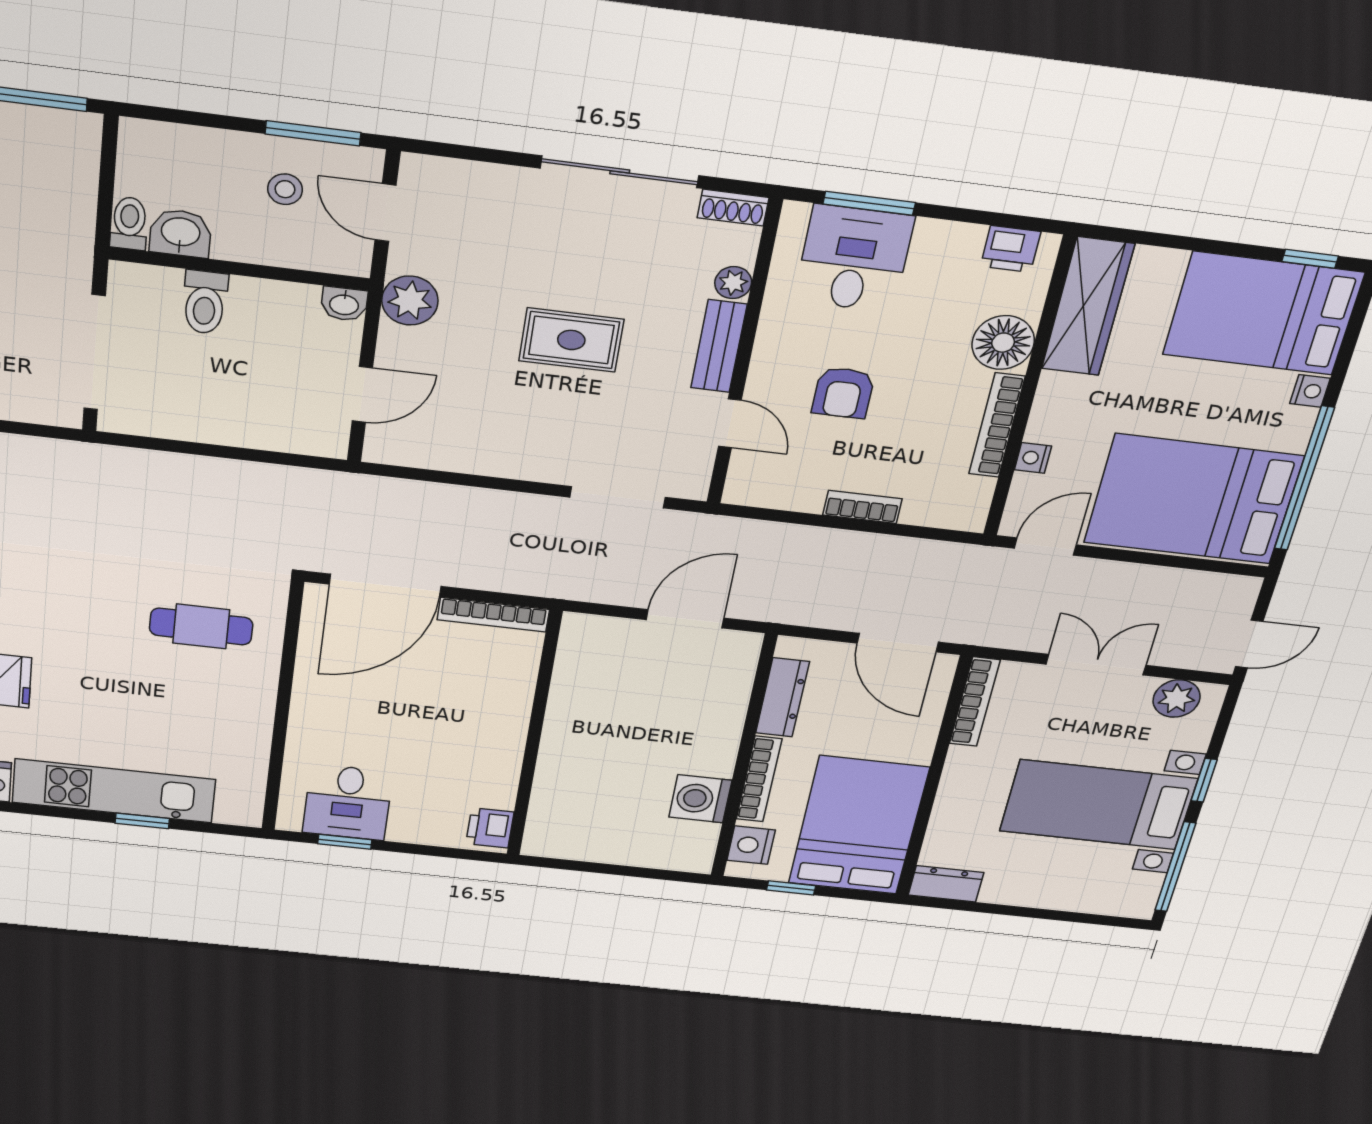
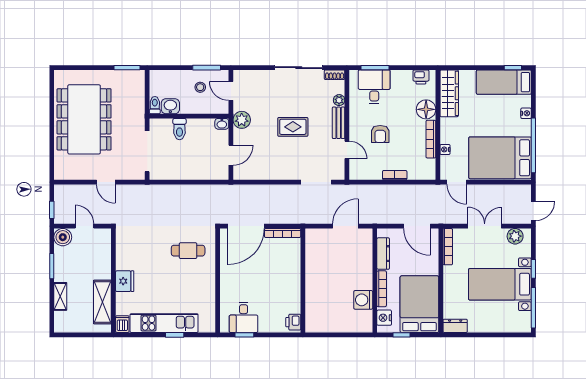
bed: (1263, 314) -> (504, 82), width x0.67
door: (1045, 547) -> (457, 182), swing flipped

